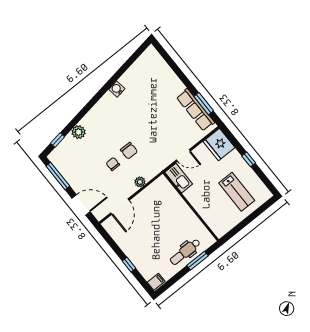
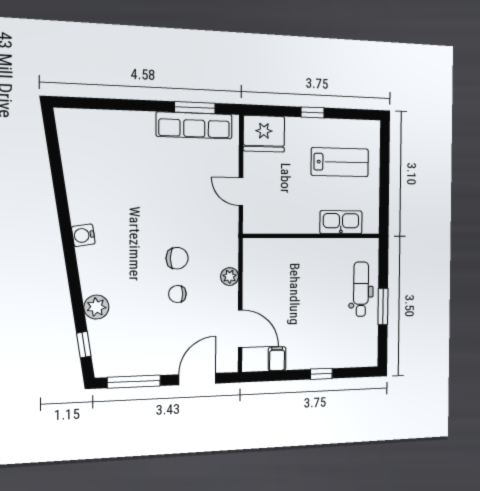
water cooler: (117, 89) -> (83, 235), moved
door: (183, 156) -> (241, 192), swing flipped
kitchen sink: (179, 178) -> (341, 222), moved
dental chair: (185, 252) -> (361, 289), turned 180
window: (198, 261) -> (383, 307), moved
filing cabinet: (156, 282) -> (277, 359), moved

